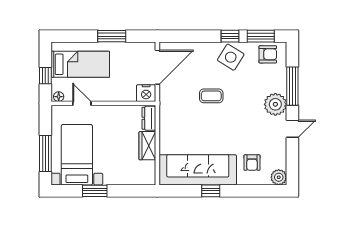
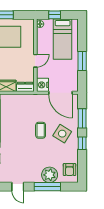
window: (261, 36) -> (82, 118), moved
side table: (231, 57) -> (62, 134), moved
door: (82, 103) -> (35, 61), moved
plant: (275, 104) -> (50, 175), moved

